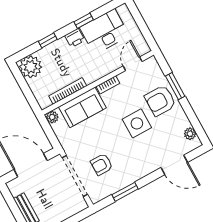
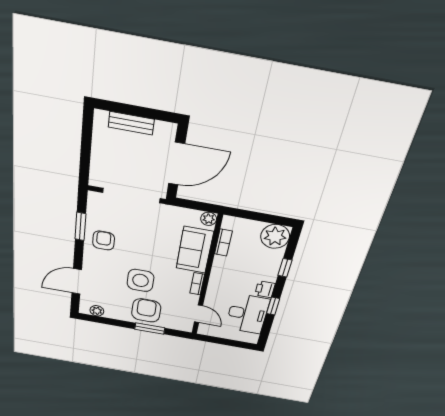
bookcase: (68, 91) -> (223, 243), width x0.64
armchair: (102, 165) -> (104, 241), moved

